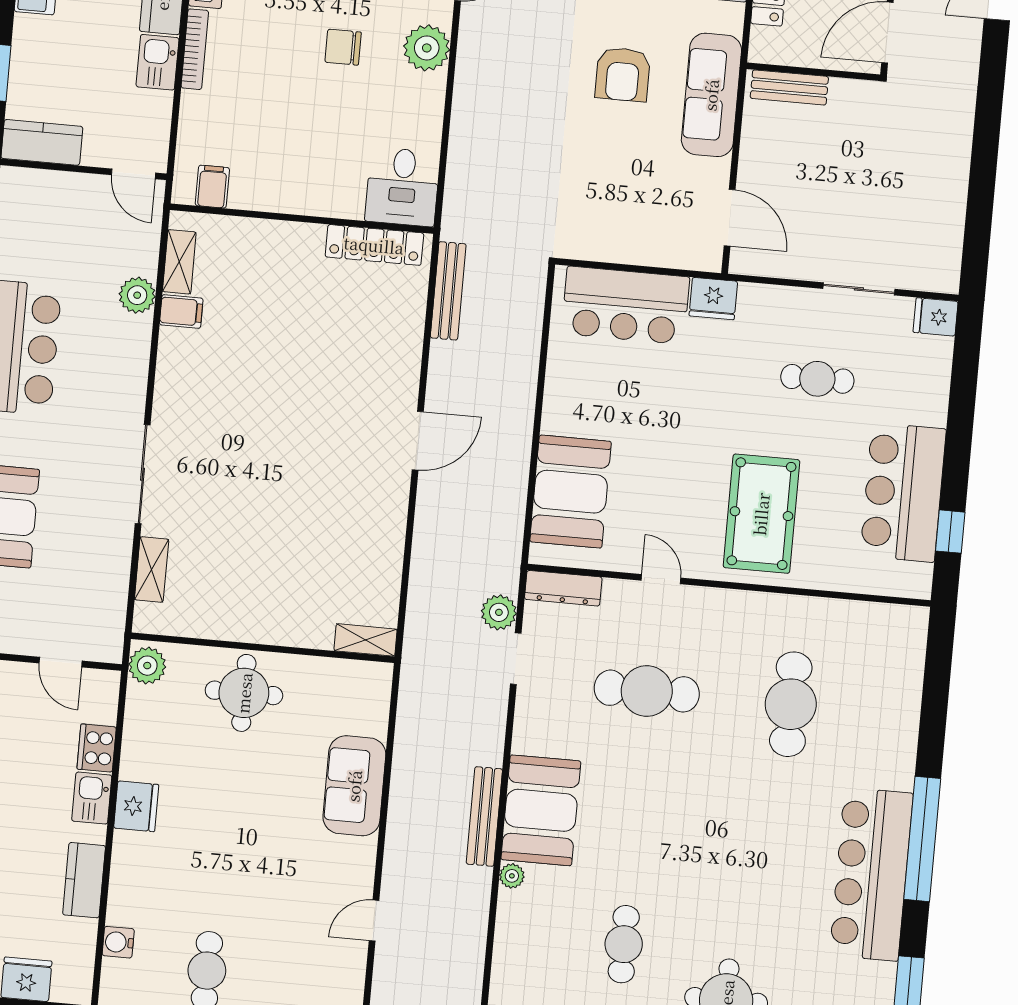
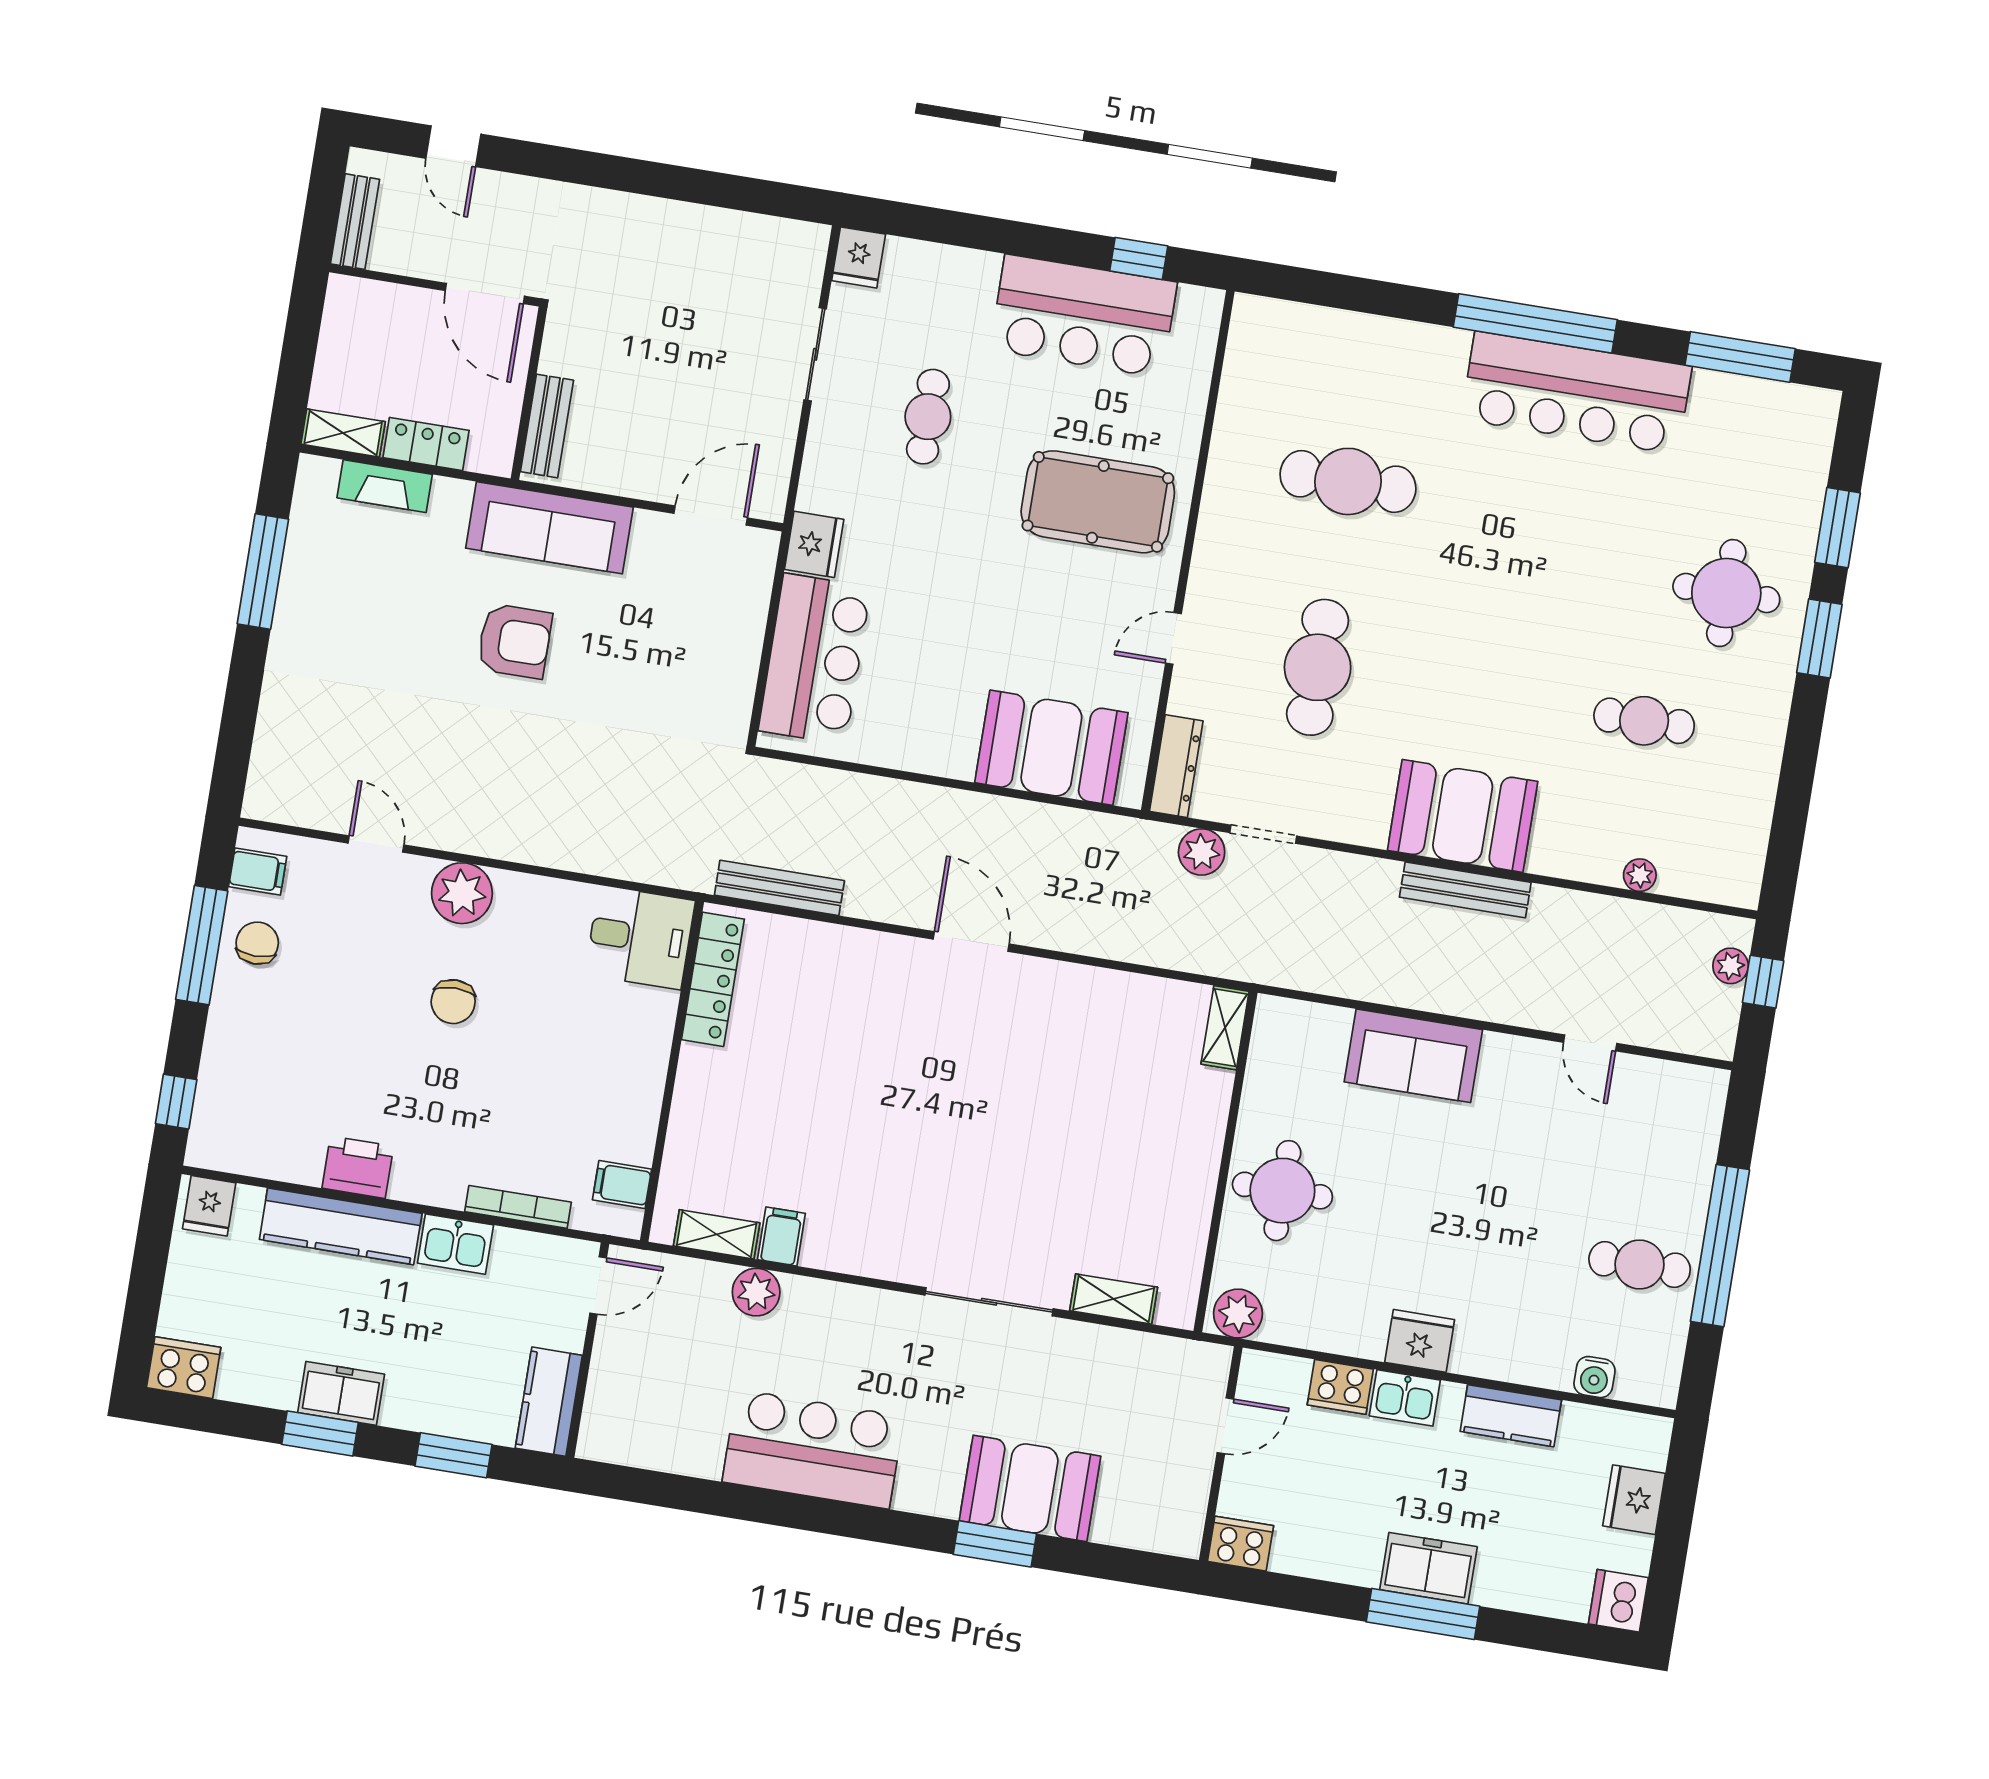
bookcase: (195, 49) -> (518, 1207), moved
plant: (512, 876) -> (1640, 875), moved

